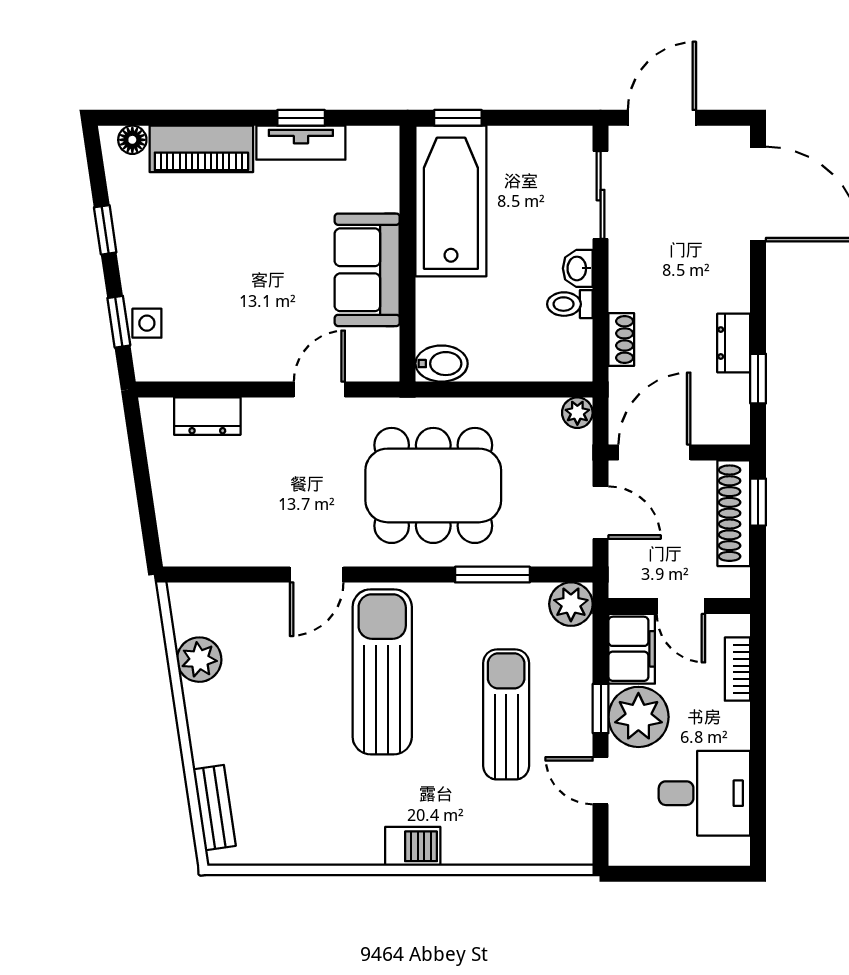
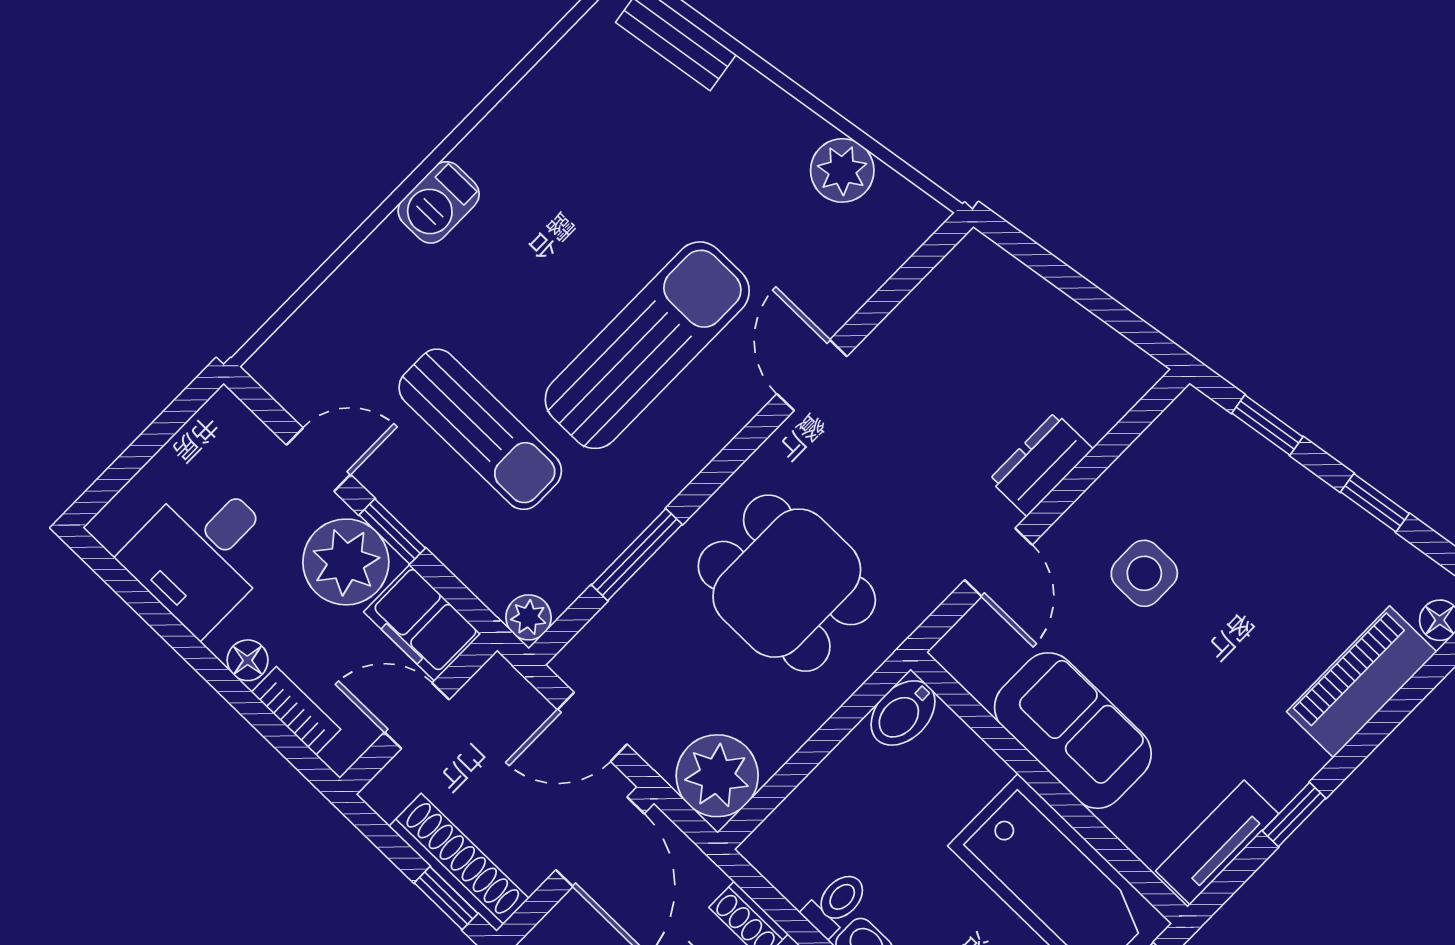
tv unit: (301, 143) -> (1217, 842), moved
side table: (147, 323) -> (1144, 573), moved, width x1.37, depth x1.37
plant: (577, 413) -> (717, 776), width x1.88, depth x1.88
dresser: (207, 416) -> (1041, 464), moved
dining table: (433, 485) -> (787, 583), width x0.73
plant: (571, 604) -> (528, 617), width x0.73, depth x0.73
sun lounger: (382, 672) -> (647, 345), turned -90
floor lamp: (736, 718) -> (248, 660), added

